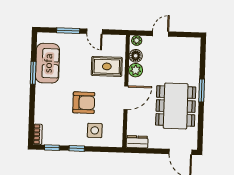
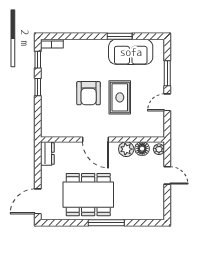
rug: (107, 66) -> (120, 97), moved
window: (202, 90) -> (106, 223), width x1.44
side table: (95, 130) -> (58, 106), removed

